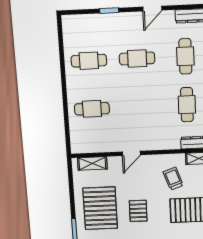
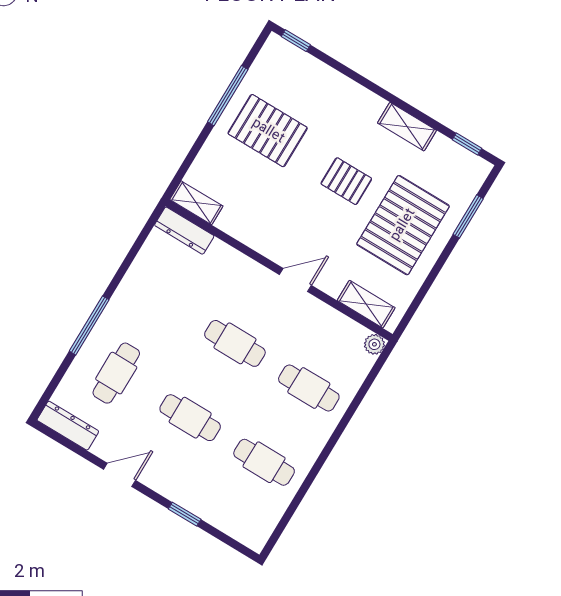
cafe table: (187, 105) -> (235, 343), moved, turned 90
plant: (76, 148) -> (374, 344), added
trolley: (173, 179) -> (257, 197), removed
pallet: (138, 211) -> (346, 181), turned 90

